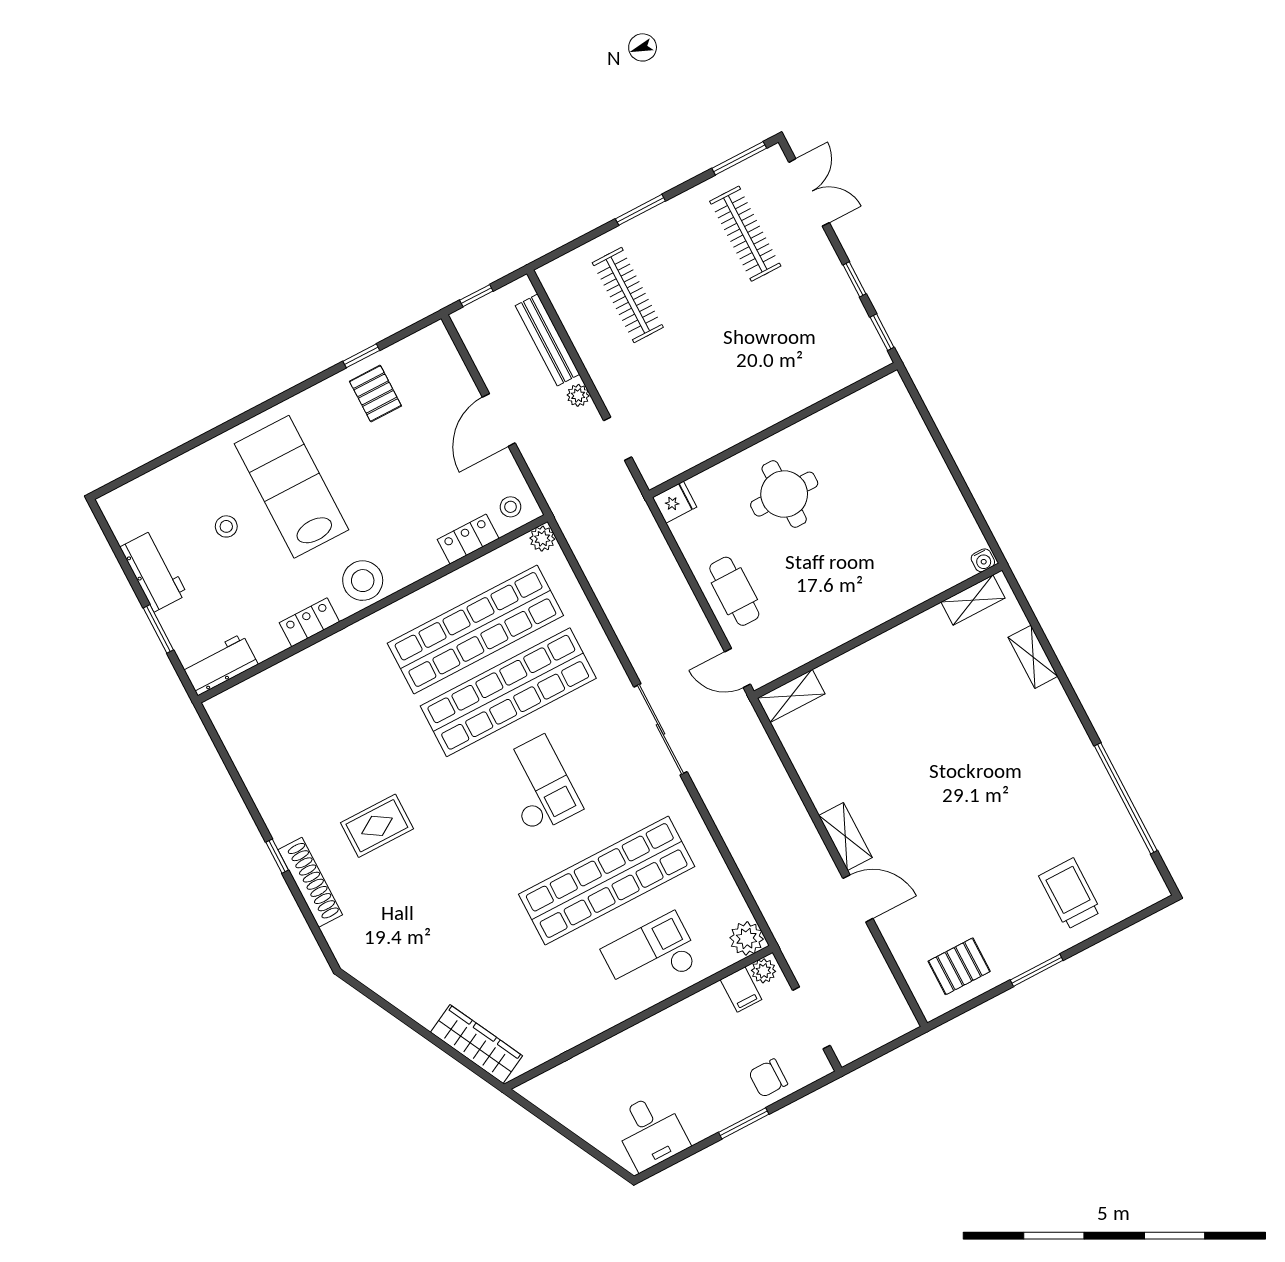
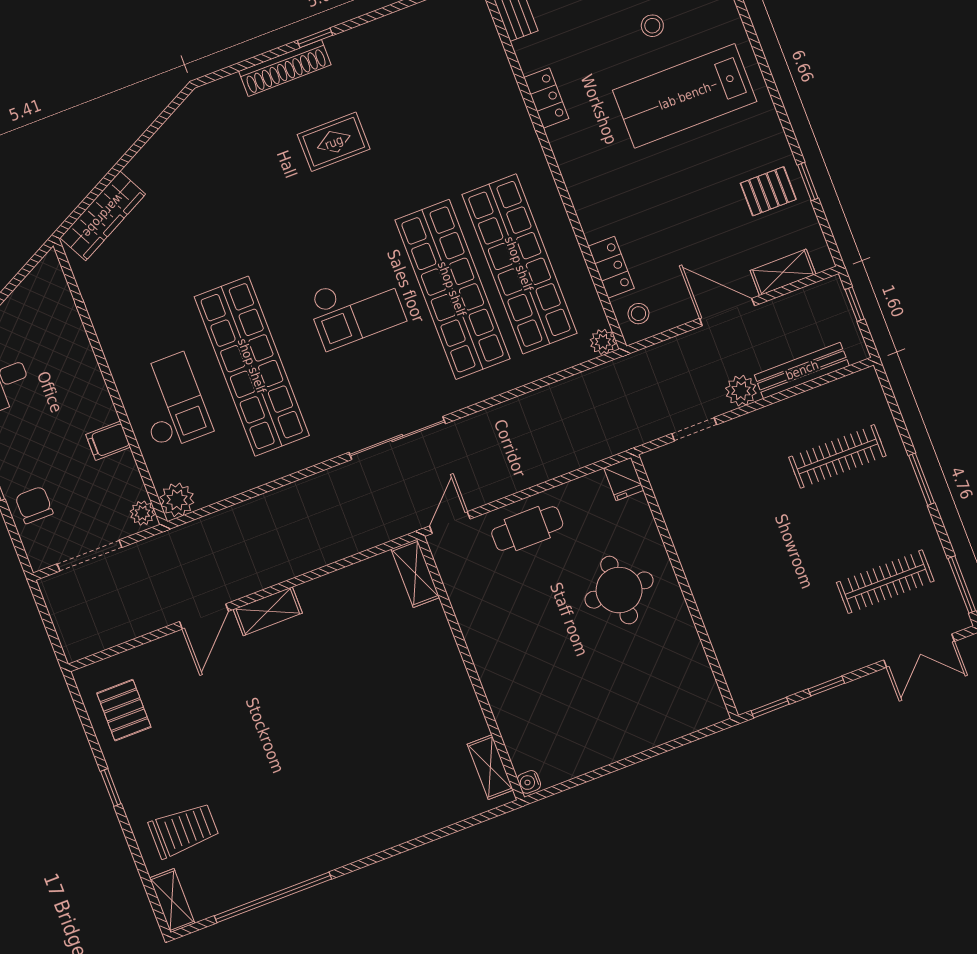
shelving: (453, 370) -> (783, 272), added
plant: (578, 395) -> (741, 391), width x1.38, depth x1.38
lab bench: (291, 487) -> (685, 96), turned 180
stool: (363, 581) -> (582, 156), removed
shelving: (1033, 657) -> (172, 901), moved, turned 90
rug: (377, 826) -> (334, 142), turned 90
window: (1037, 970) -> (111, 788), width x0.67
filing cabinet: (741, 990) -> (108, 441), moved

